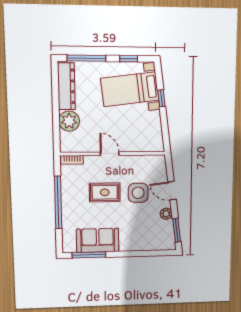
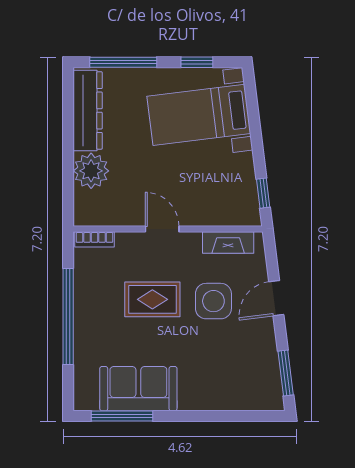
window: (161, 98) -> (263, 193), moved
fireplace: (146, 161) -> (228, 242), added
door: (172, 191) -> (276, 298), hinge flipped
plant: (166, 214) -> (266, 341), removed

